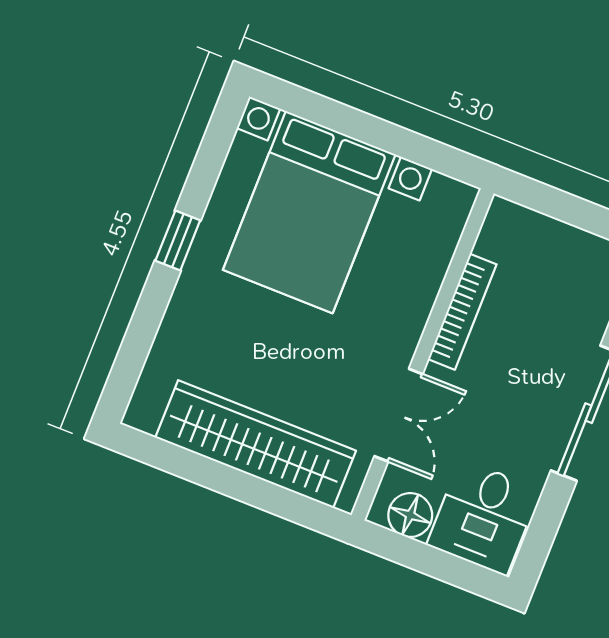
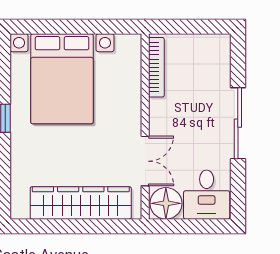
bookcase: (462, 312) -> (156, 67), moved
floor lamp: (410, 515) -> (166, 203), width x1.38, depth x1.38

